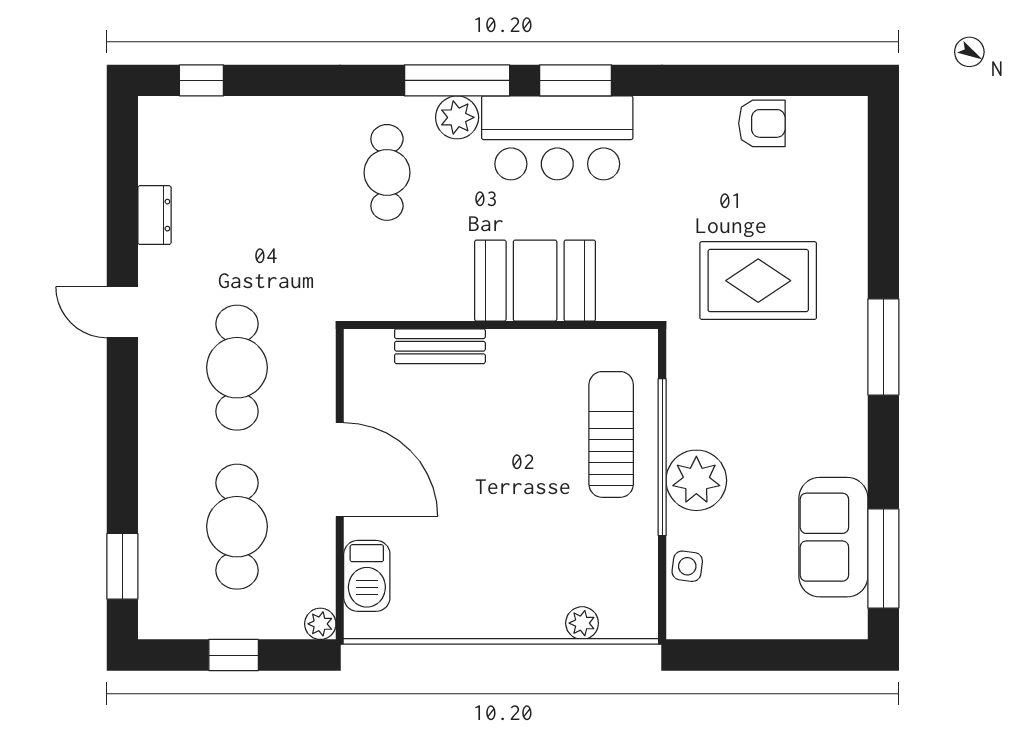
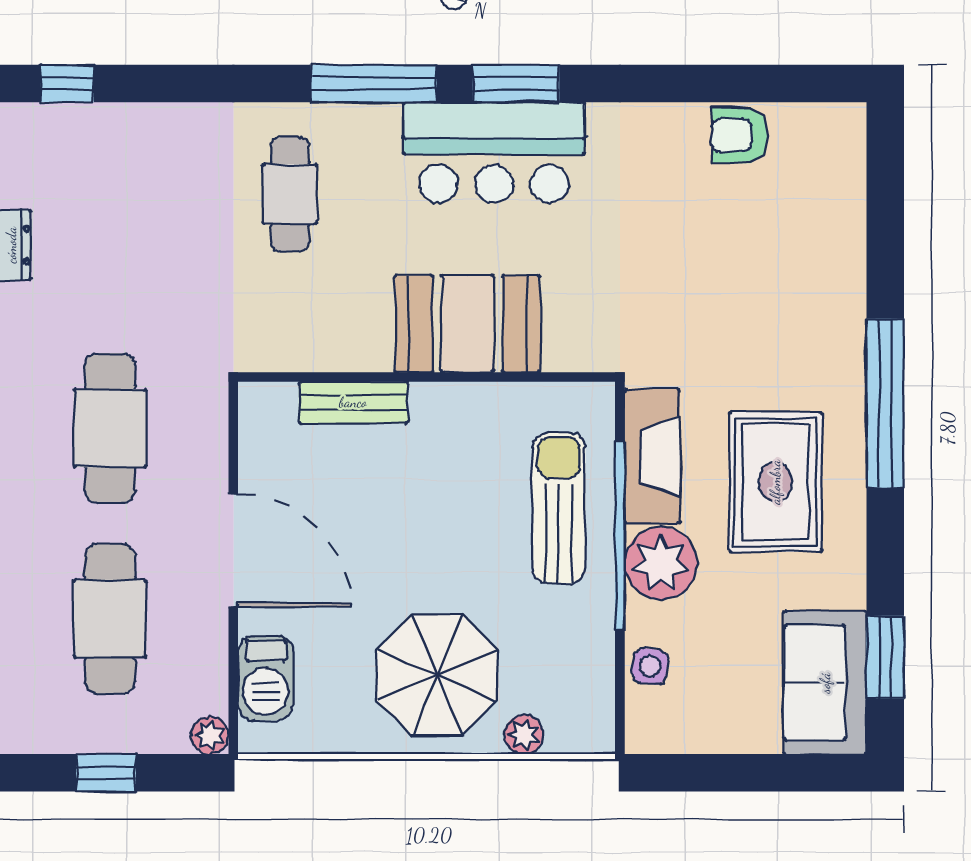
plant: (457, 117) -> (374, 128), removed
armchair: (762, 123) -> (739, 135), turned 180
rug: (758, 281) -> (775, 482), moved, turned 90
window: (883, 347) -> (885, 403), width x1.46
fireplace: (689, 391) -> (652, 456), added
sofa: (833, 537) -> (825, 683), moved
window: (883, 559) -> (885, 657), width x0.69
parasol: (510, 574) -> (437, 675), added

